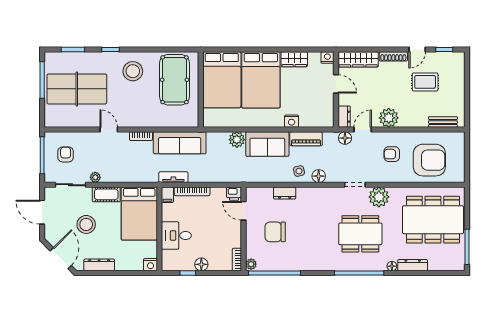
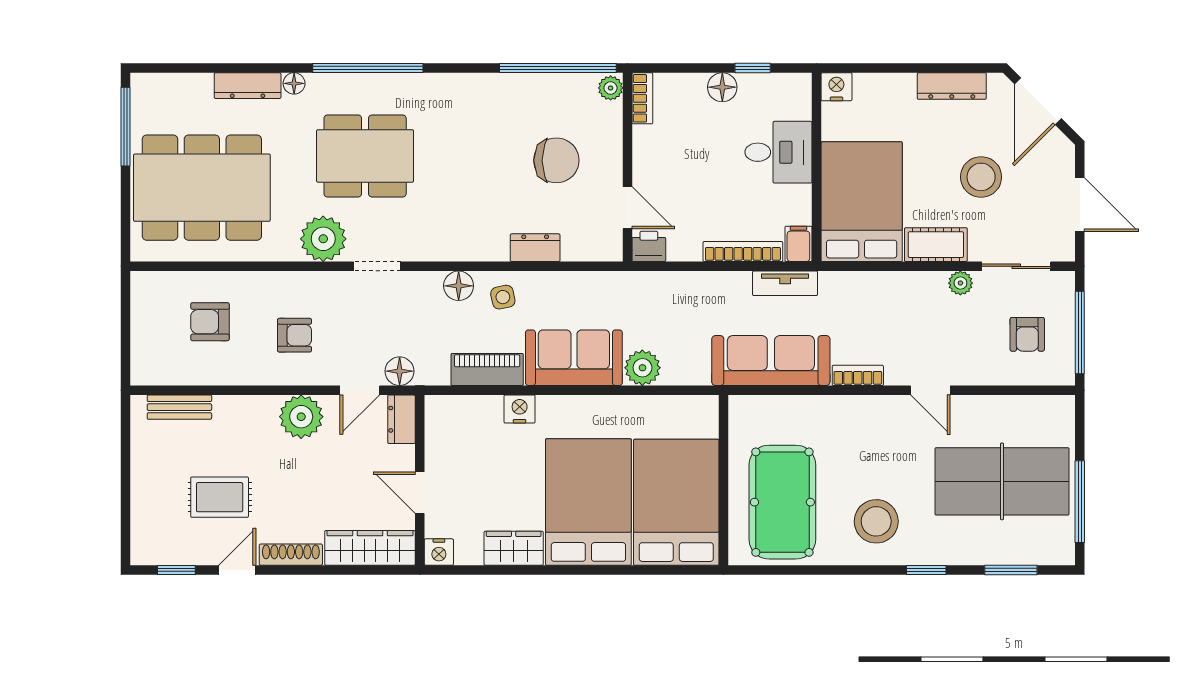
armchair: (429, 160) -> (210, 322), width x0.53, depth x0.53

